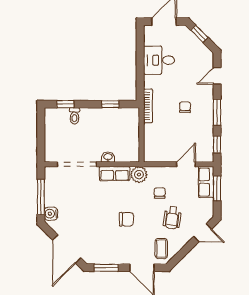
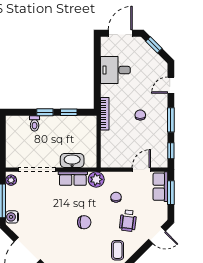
window: (65, 104) -> (45, 112), moved
washbasin: (108, 157) -> (72, 161), width x1.91, depth x1.45
plant: (50, 175) -> (11, 180), added

